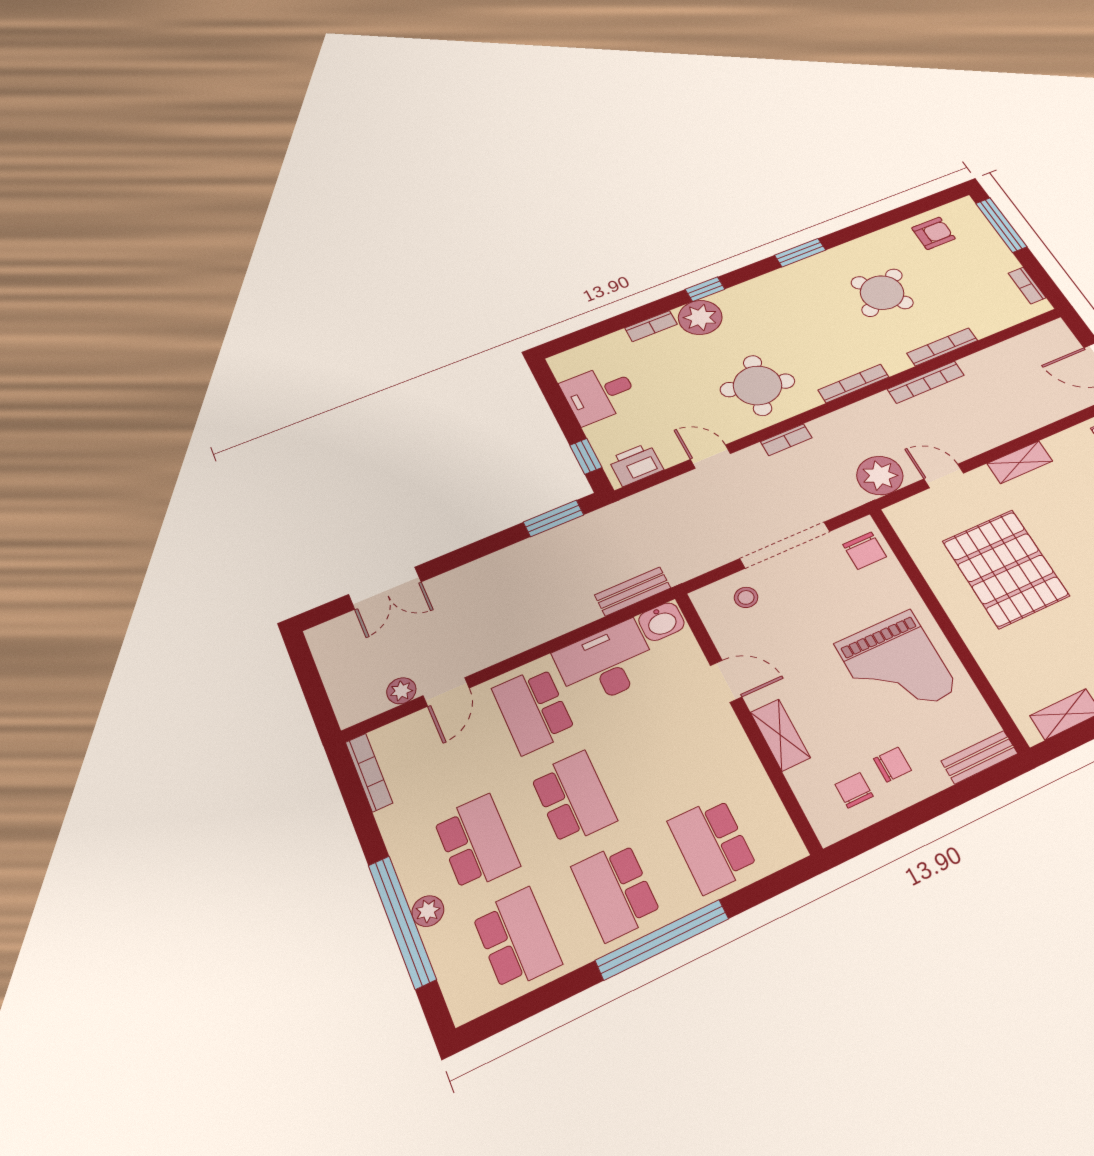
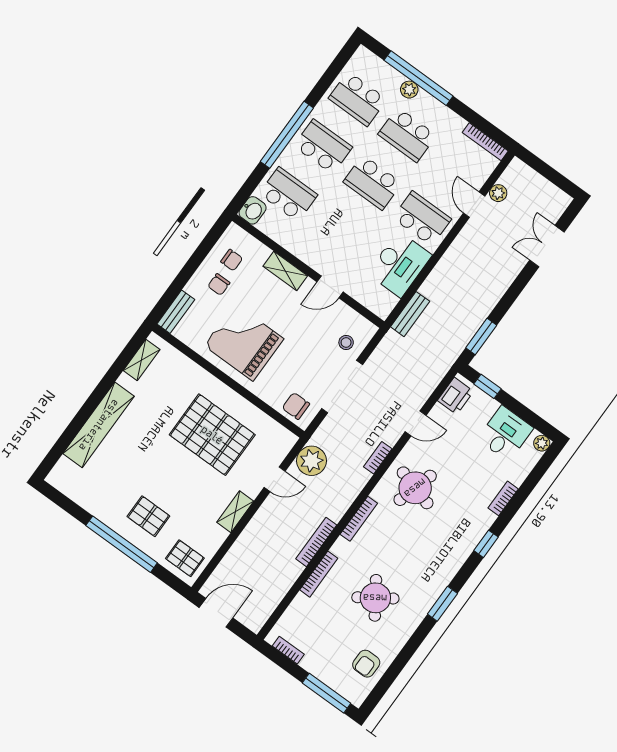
plant: (700, 317) -> (542, 443), moved, width x0.53, depth x0.53
washbasin: (661, 622) -> (253, 210), moved, turned 180

